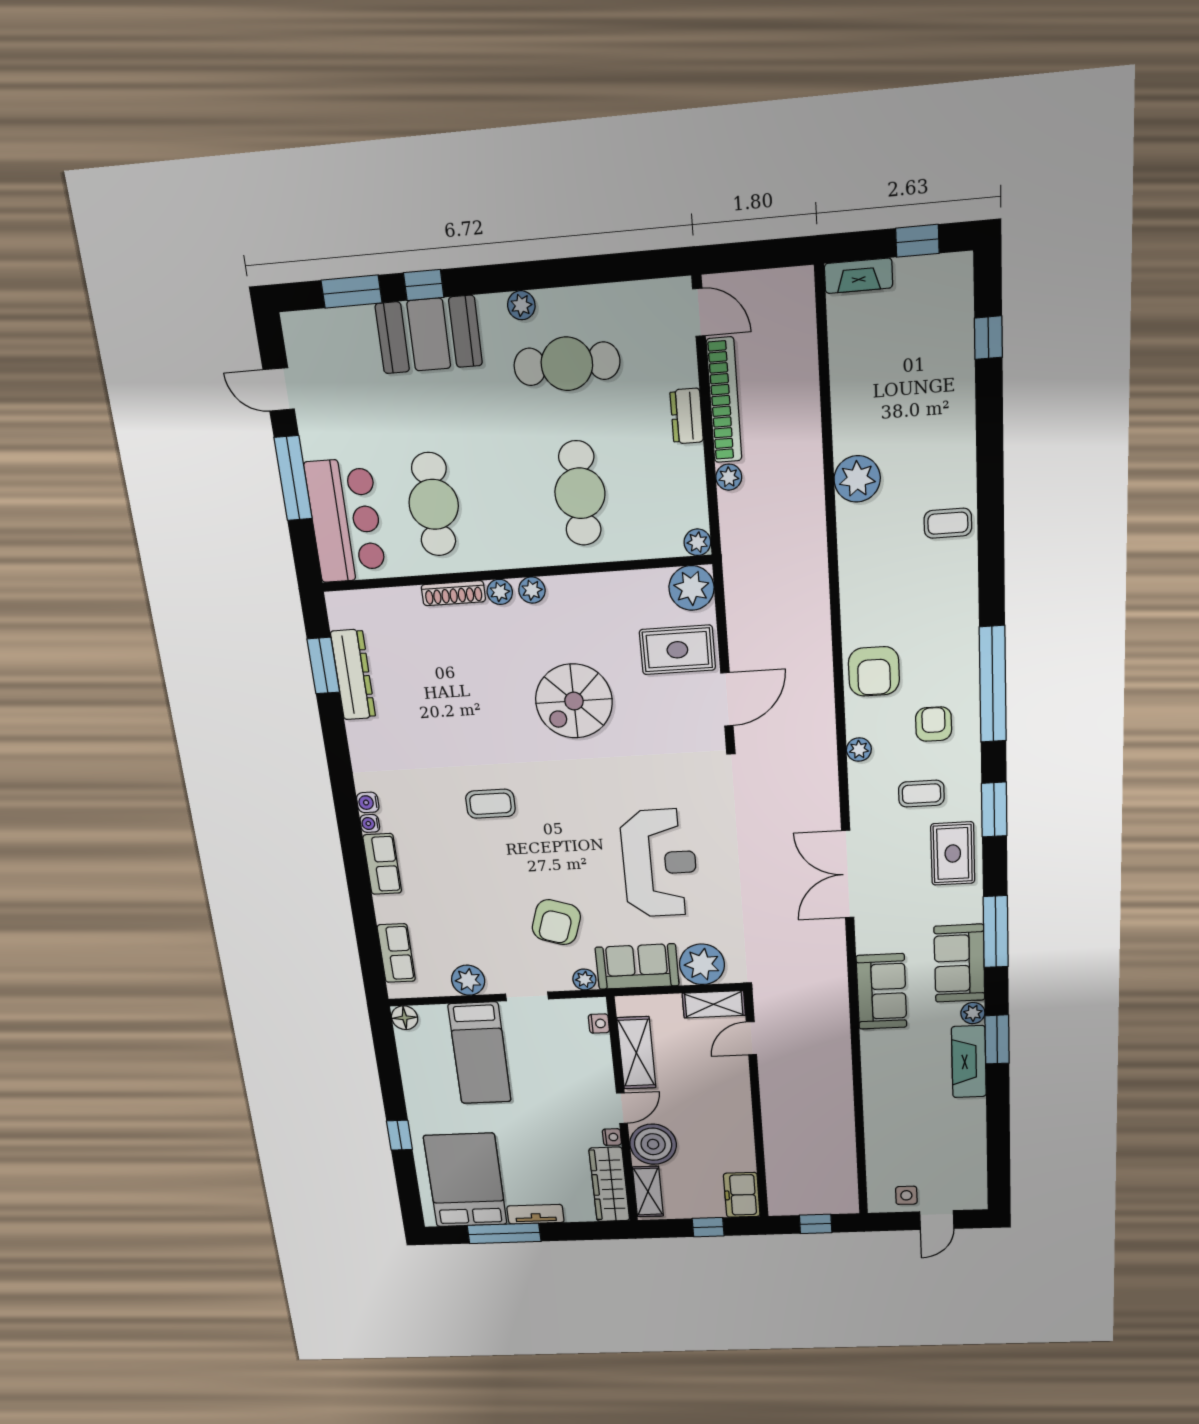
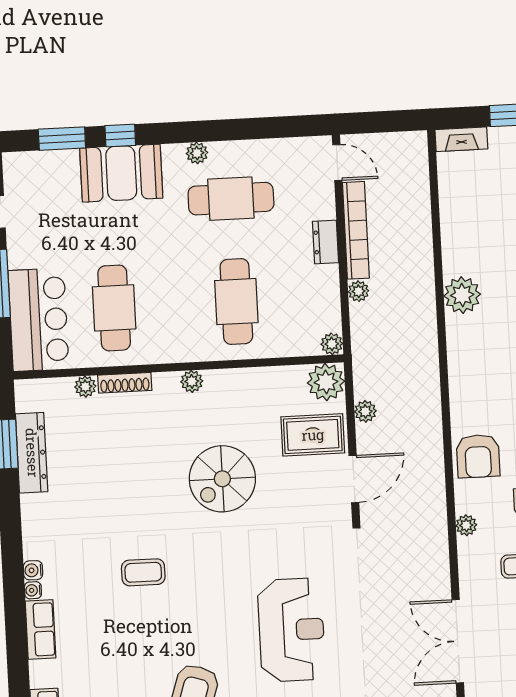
plant: (500, 592) -> (85, 387), moved
plant: (739, 622) -> (365, 411), added

